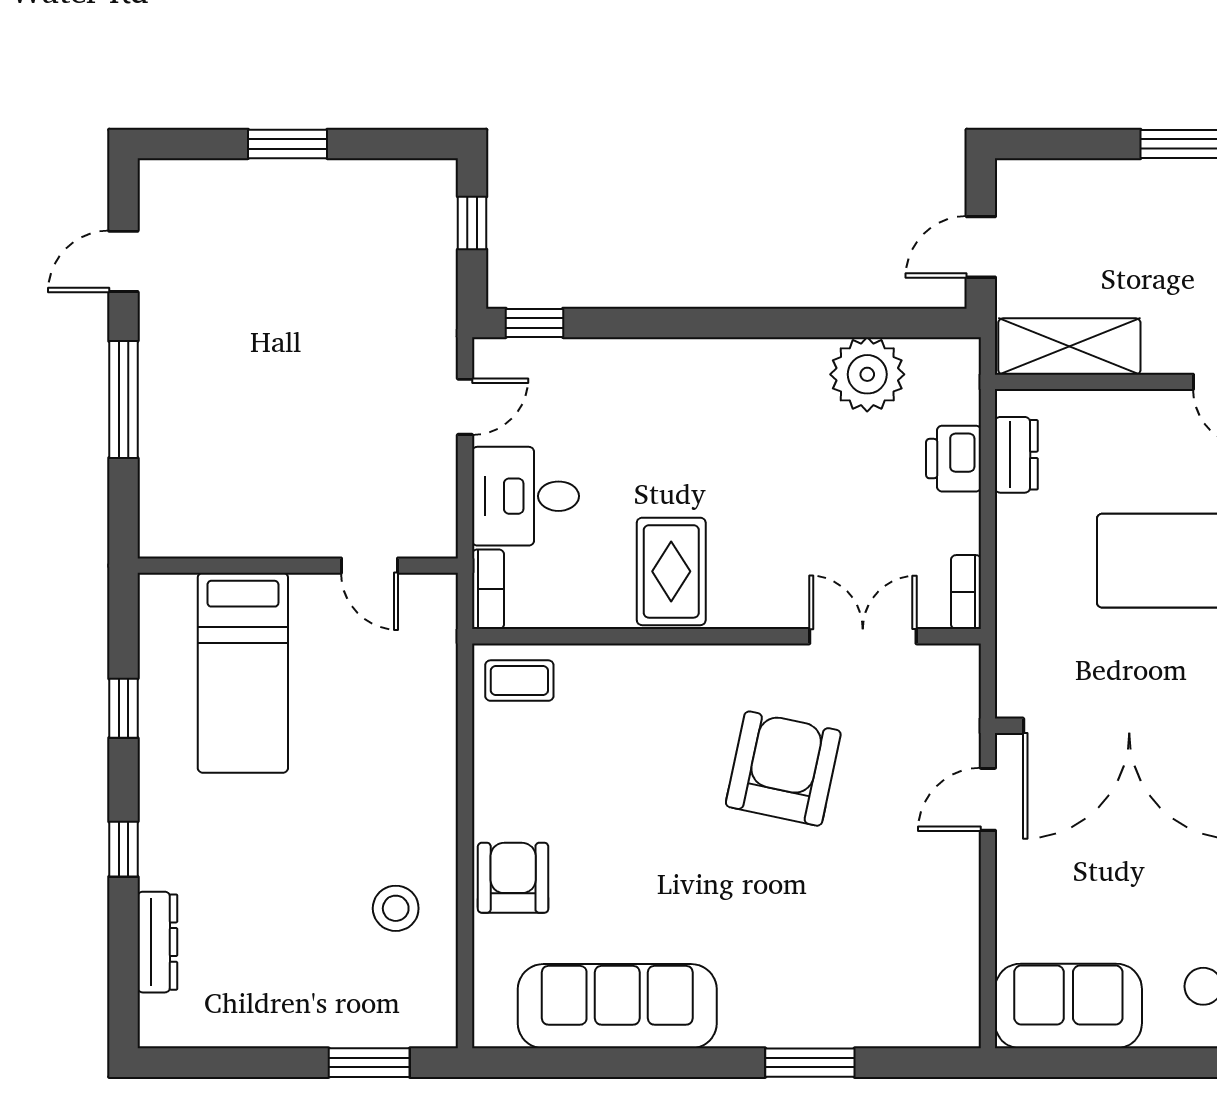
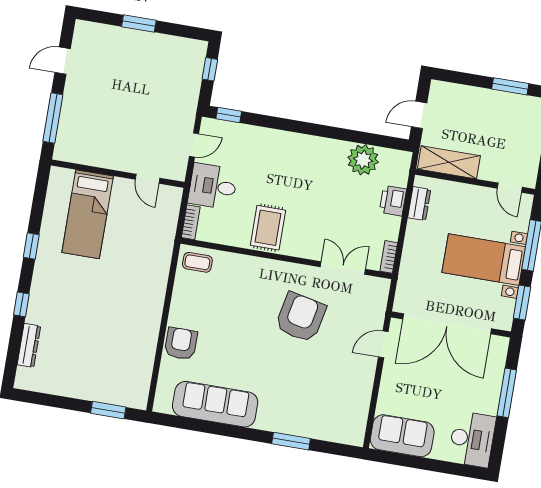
wall: (298, 566) -> (118, 174), moved
door: (369, 566) -> (148, 179), moved
bed: (243, 673) -> (88, 214), moved
stool: (396, 908) -> (130, 348), removed

